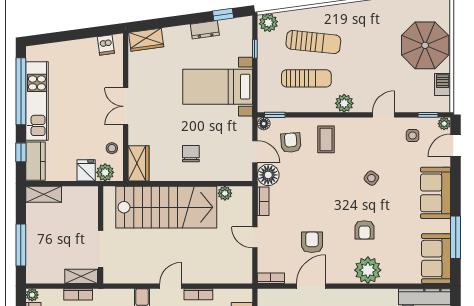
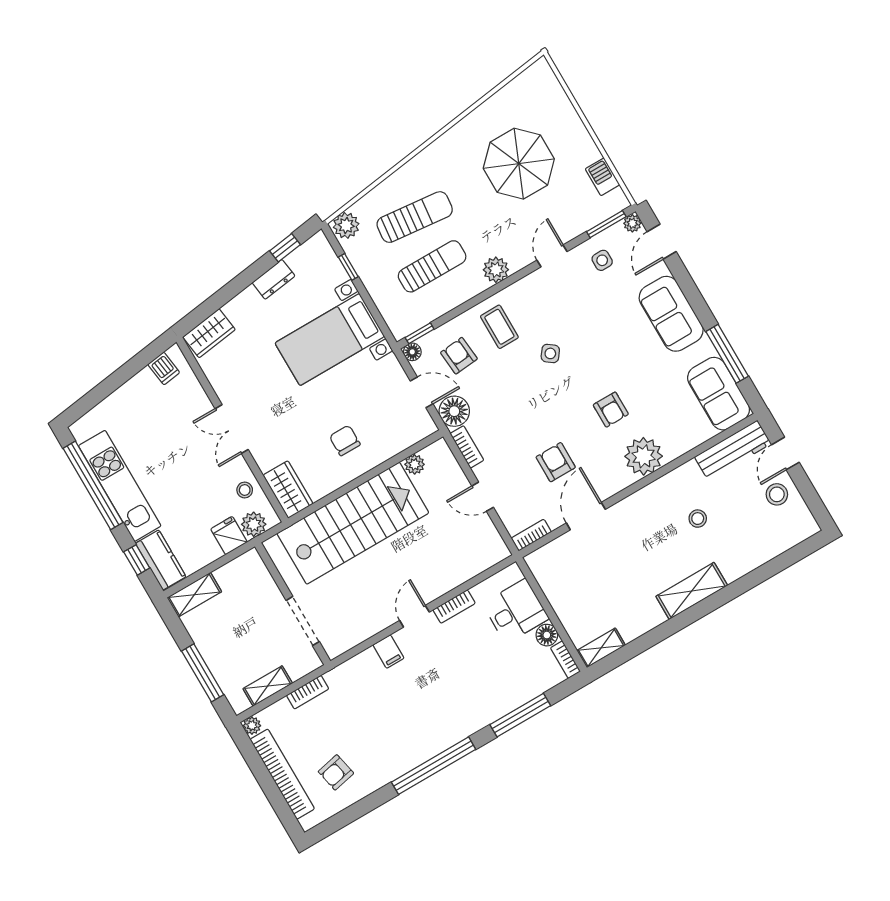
parasol: (425, 45) -> (519, 164), moved
window: (428, 115) -> (606, 224), width x1.50
side table: (371, 178) -> (550, 353), moved
shelving: (81, 276) -> (268, 686), moved

